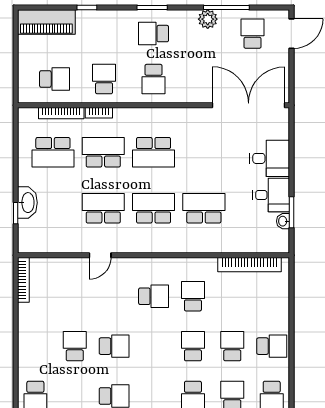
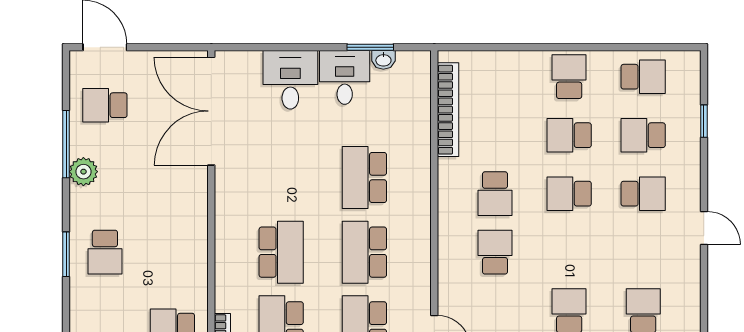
school desk: (154, 79) -> (172, 252), removed
school desk: (193, 296) -> (495, 194), turned -90

